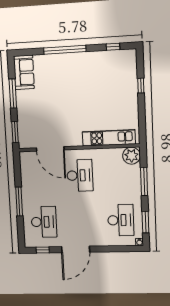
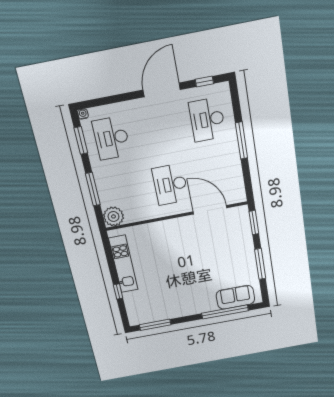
window: (113, 47) -> (155, 325), width x2.17
window: (65, 50) -> (225, 312), moved
sofa: (24, 72) -> (235, 297), moved, turned 90
kitchen unit: (109, 138) -> (123, 264), moved, turned -90

